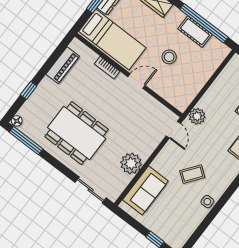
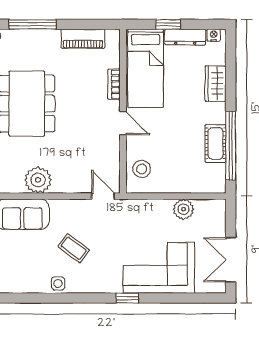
stool: (169, 57) -> (142, 169), moved
window: (29, 90) -> (33, 24), width x2.17
plant: (197, 116) -> (184, 209), moved
door: (173, 130) -> (103, 196), swing flipped

